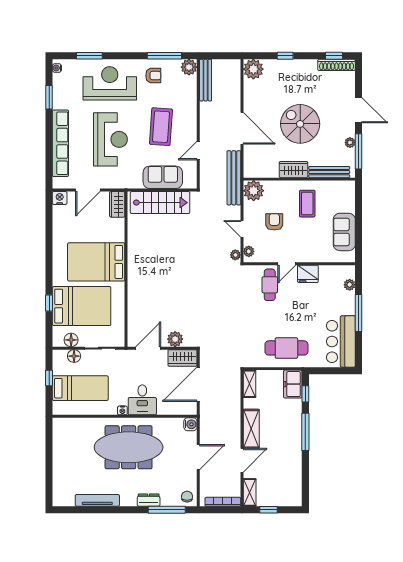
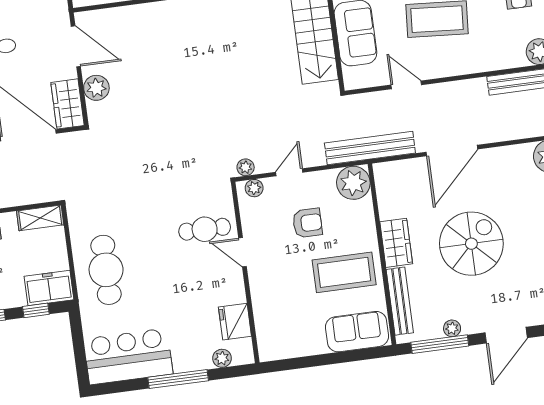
coffee table: (307, 204) -> (344, 272), width x1.36, depth x1.32
sofa: (344, 232) -> (357, 332), moved
fridge: (308, 274) -> (235, 322), moved

